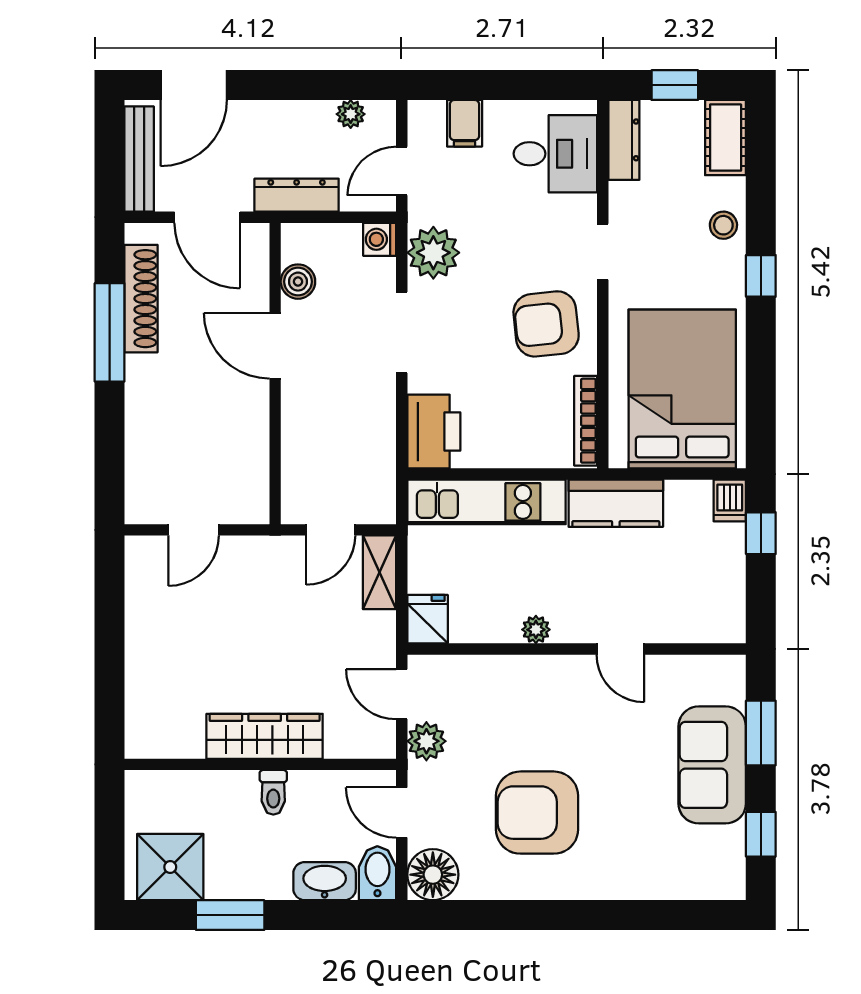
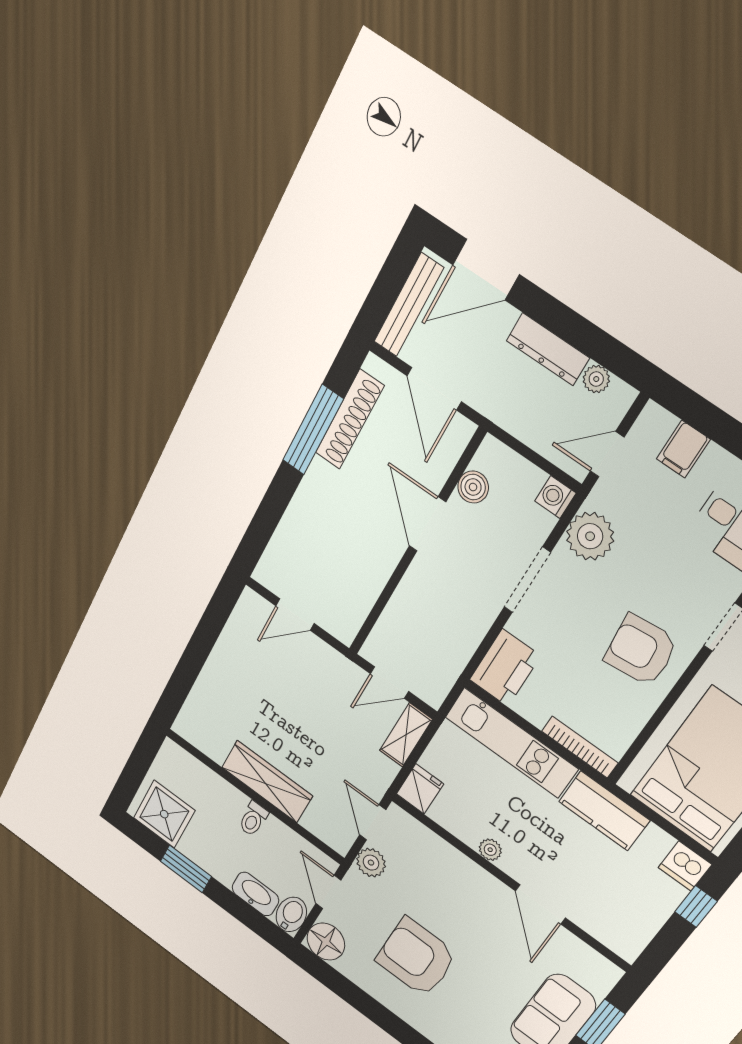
dresser: (297, 195) -> (548, 349), moved, turned 180
bookcase: (586, 421) -> (580, 747), moved, turned 90
dishwasher: (730, 500) -> (685, 866), width x1.38
door: (620, 649) -> (540, 904), width x1.38

